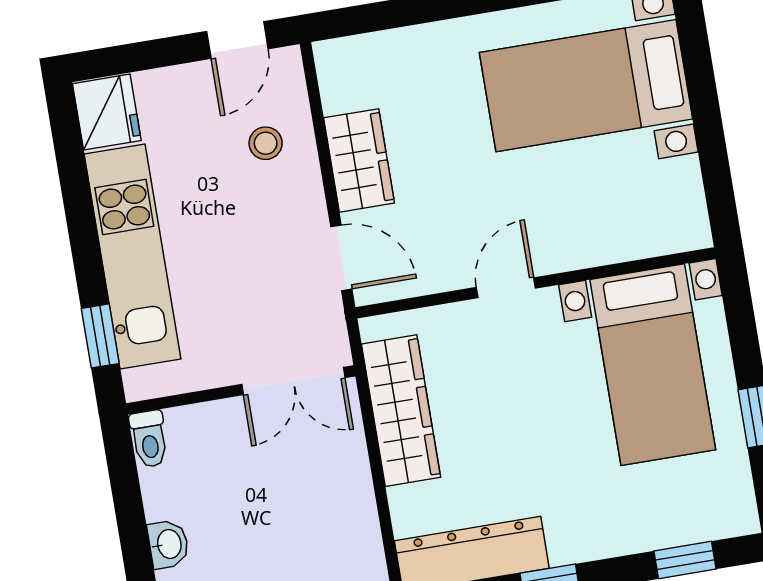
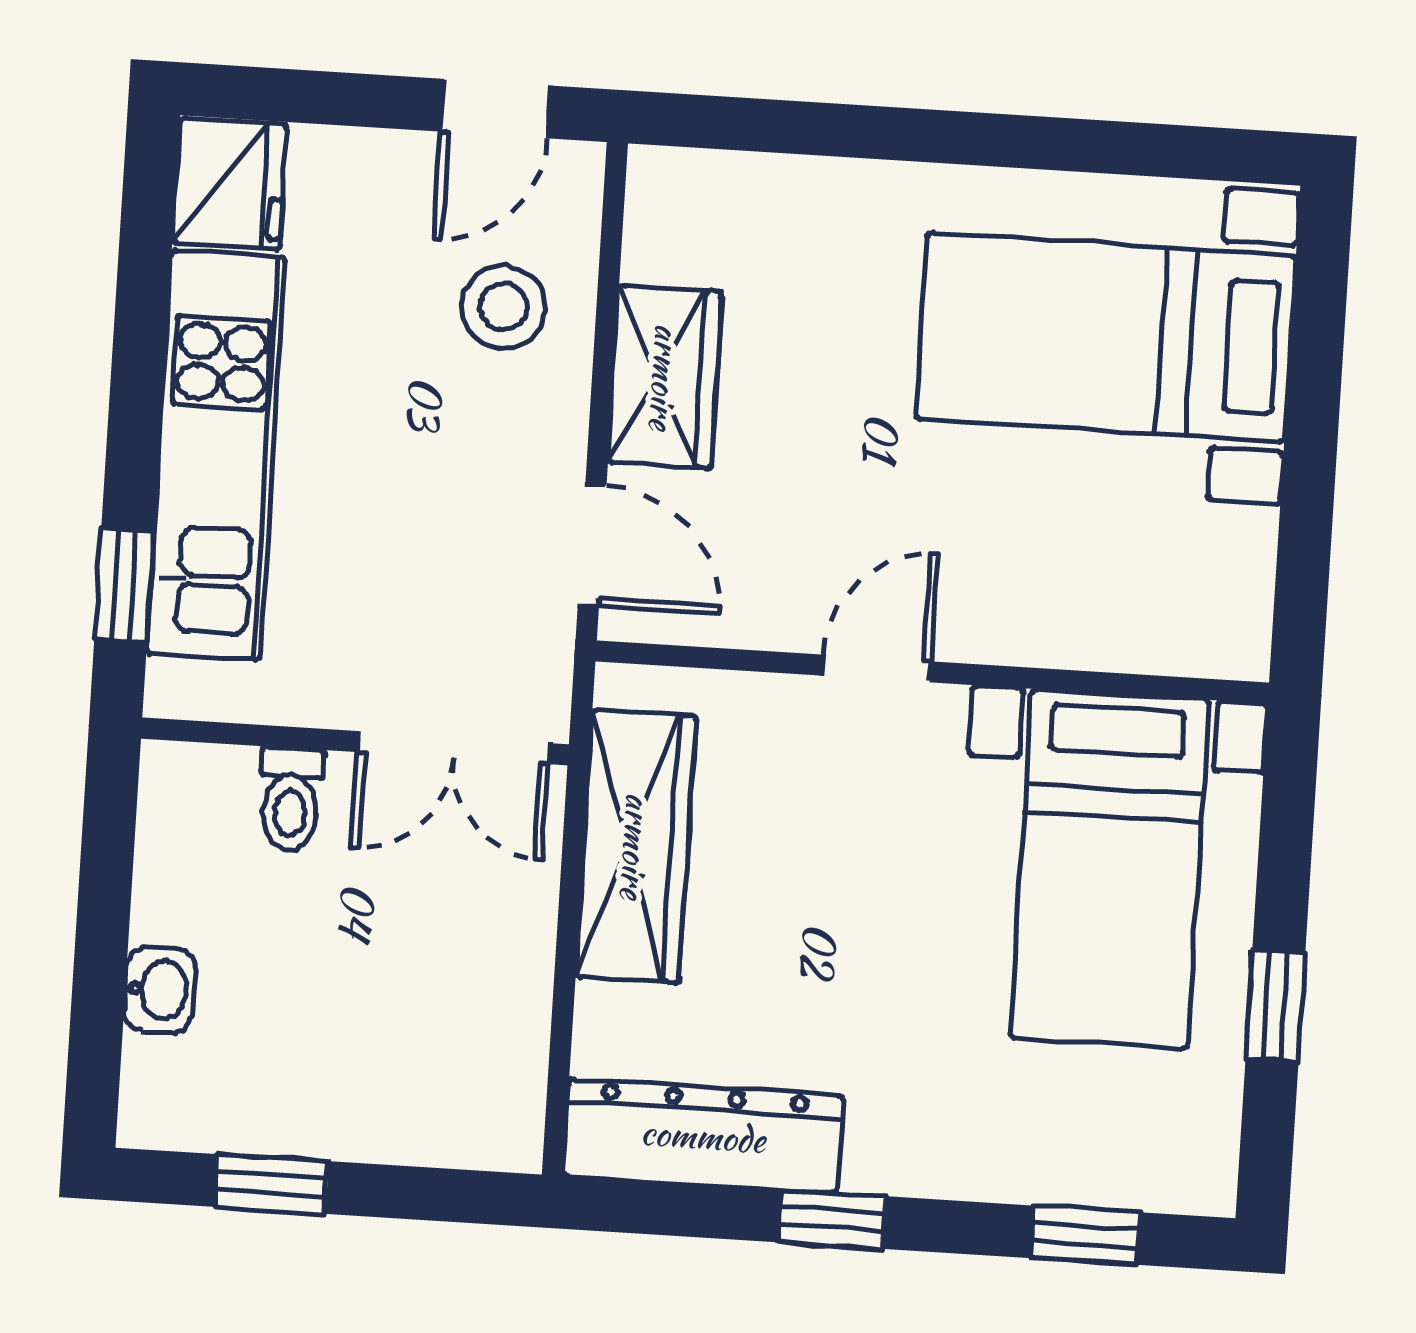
stool: (266, 143) -> (504, 307), width x1.37, depth x1.37
toilet: (149, 439) -> (290, 799), moved

